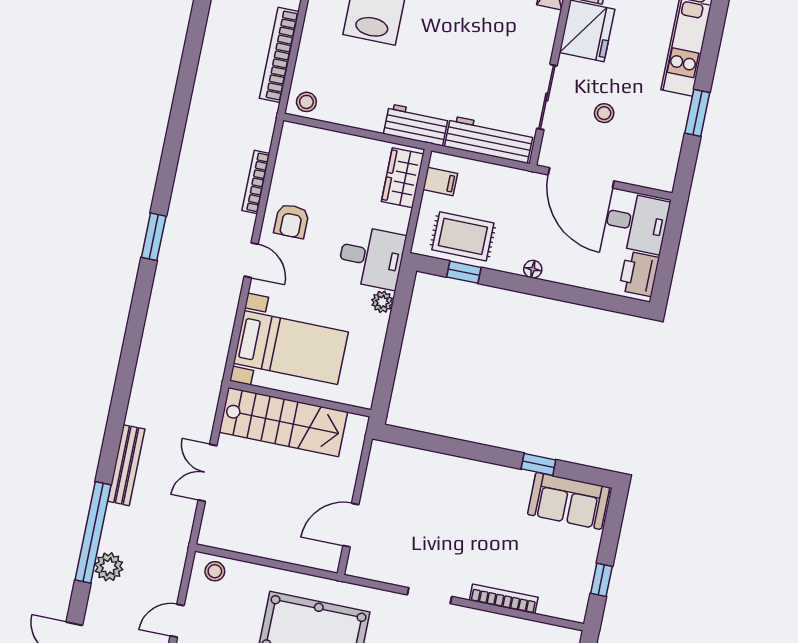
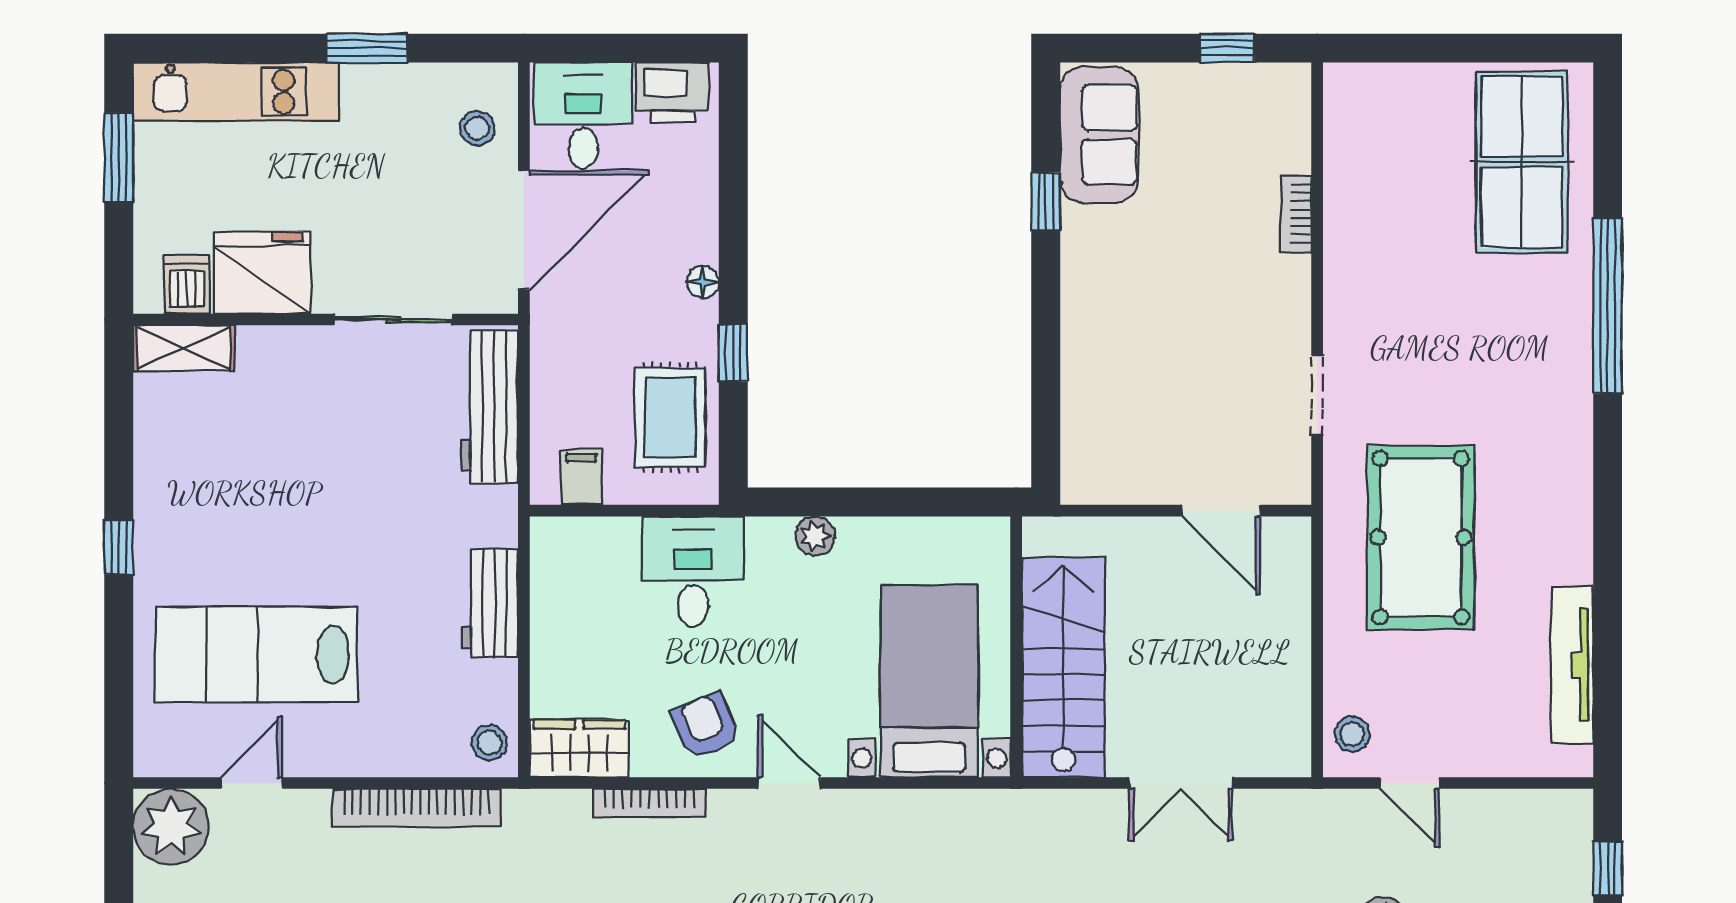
stool: (604, 113) -> (477, 128), moved
workbench: (416, 125) -> (490, 603), moved
wardrobe: (403, 178) -> (579, 748), moved, turned 180
armchair: (291, 221) -> (705, 726), turned -113
desk: (371, 257) -> (693, 572), moved
door: (251, 260) -> (789, 783), hinge flipped
window: (464, 272) -> (733, 353), moved
doorway: (430, 596) -> (1317, 395), moved
bookcase: (504, 599) -> (1296, 214), width x0.64
door: (177, 621) -> (1410, 783), moved

